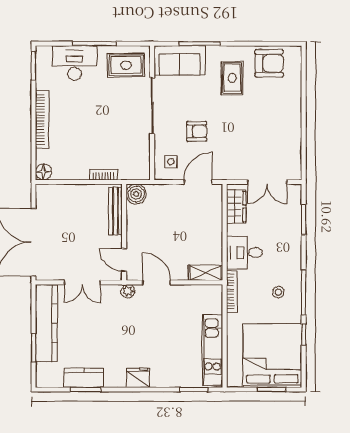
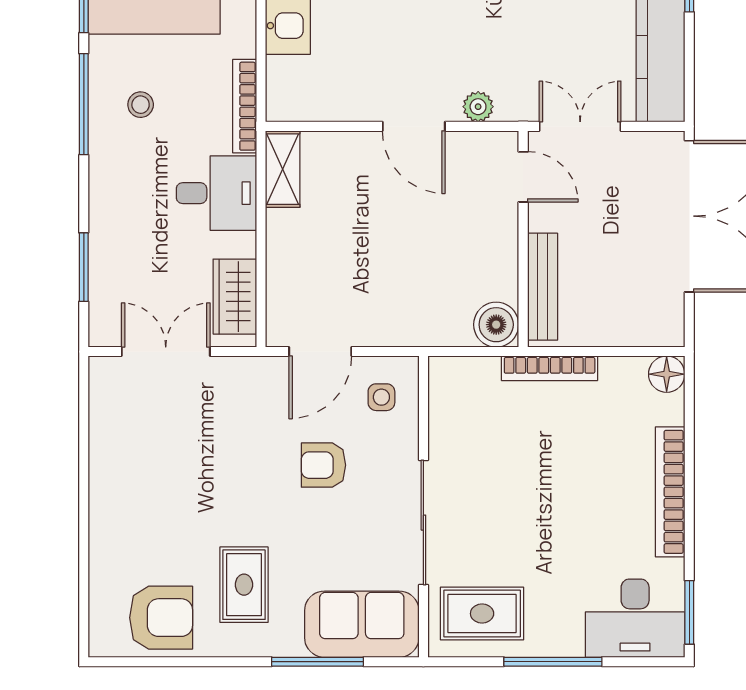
desk: (75, 63) -> (635, 618), moved
armchair: (269, 63) -> (161, 618), turned 180
bookcase: (104, 175) -> (550, 368), width x1.56
boiler: (136, 194) -> (496, 325), moved
bench: (115, 211) -> (543, 287), moved
wall: (124, 232) -> (523, 239), moved
door: (124, 260) -> (523, 177), moved
shelving: (206, 273) -> (283, 169), moved, turned 90

